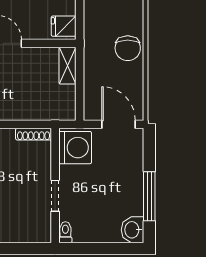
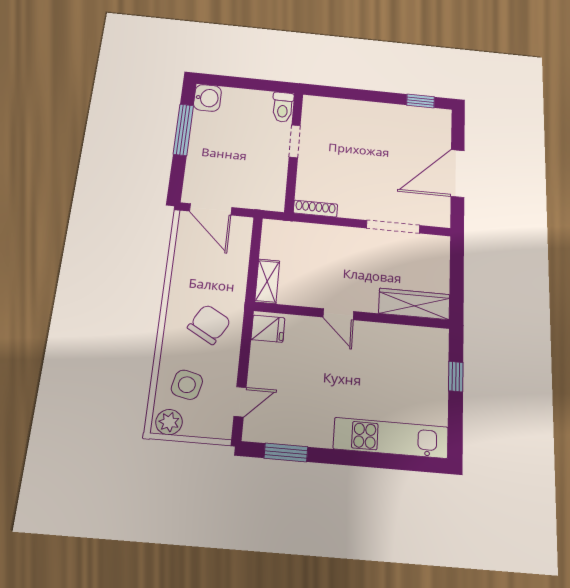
chair: (128, 48) -> (209, 324), moved, turned 30
washing machine: (75, 148) -> (266, 189), removed
toilet: (65, 232) -> (283, 107), width x1.37, depth x1.39

